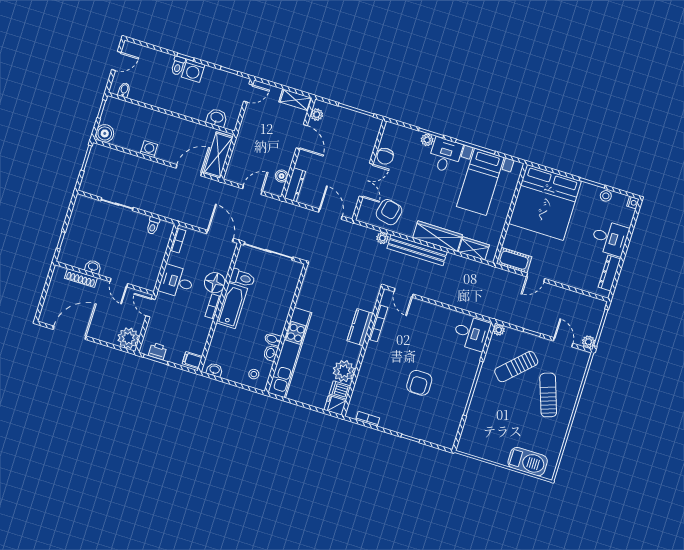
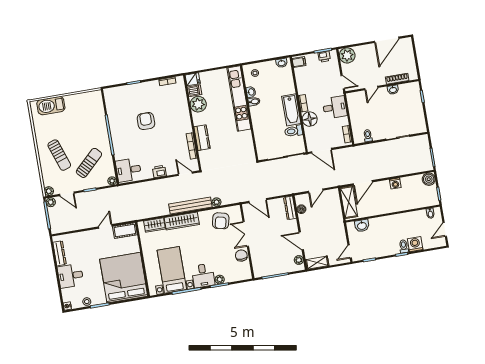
washing machine: (193, 71) -> (415, 244), moved
door: (119, 283) -> (371, 88), swing flipped
printer: (434, 312) -> (159, 171), added
plant: (584, 357) -> (49, 191), added

